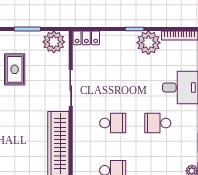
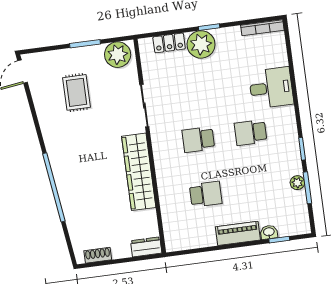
locker: (86, 38) -> (169, 43), moved
plant: (148, 43) -> (201, 44), moved
school desk: (113, 123) -> (198, 140), turned 180

